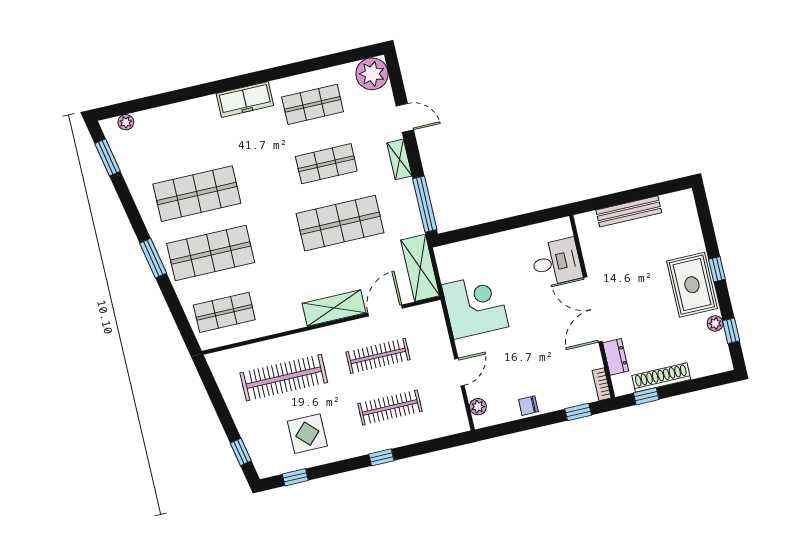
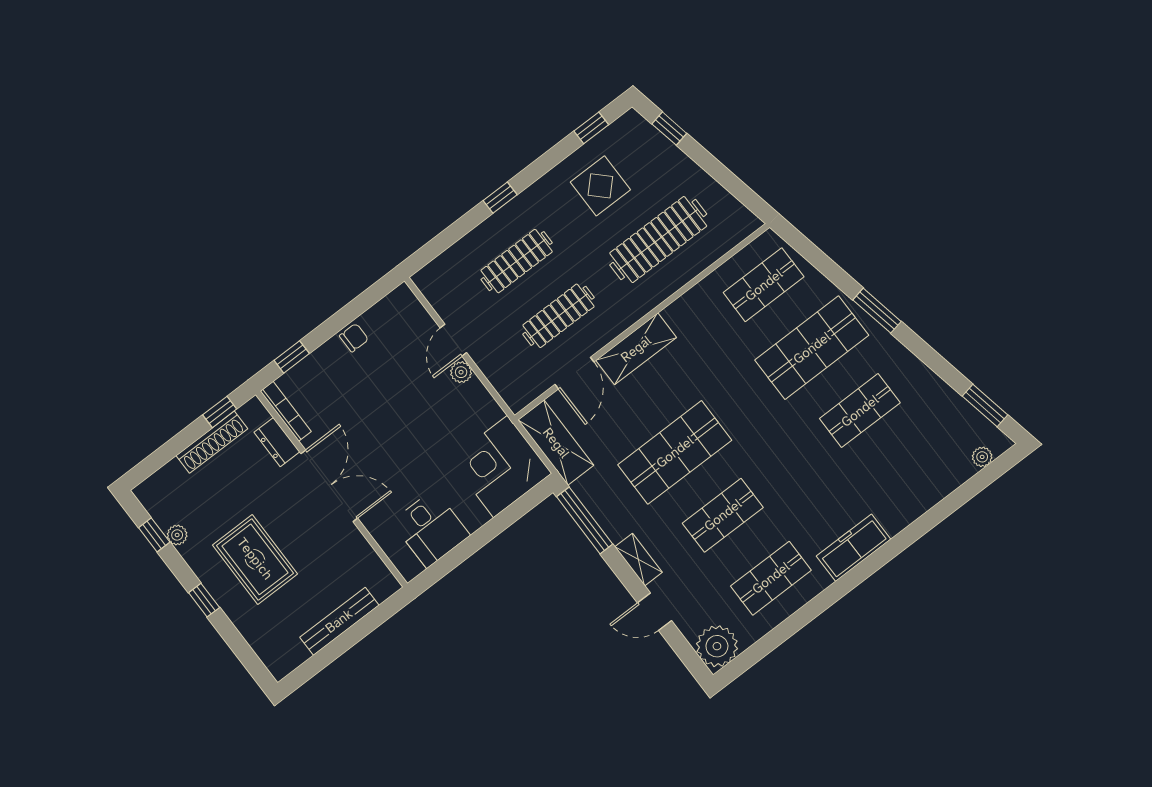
shop shelf: (197, 194) -> (860, 411), width x0.70, depth x0.74
desk: (556, 262) -> (431, 529), moved, turned -90
rug: (692, 285) -> (255, 559), moved
corner desk: (475, 306) -> (501, 466), moved, turned 90
bookcase: (602, 384) -> (286, 411), width x1.56
plant: (478, 407) -> (461, 372), moved

